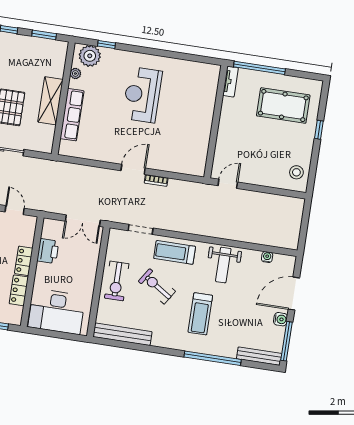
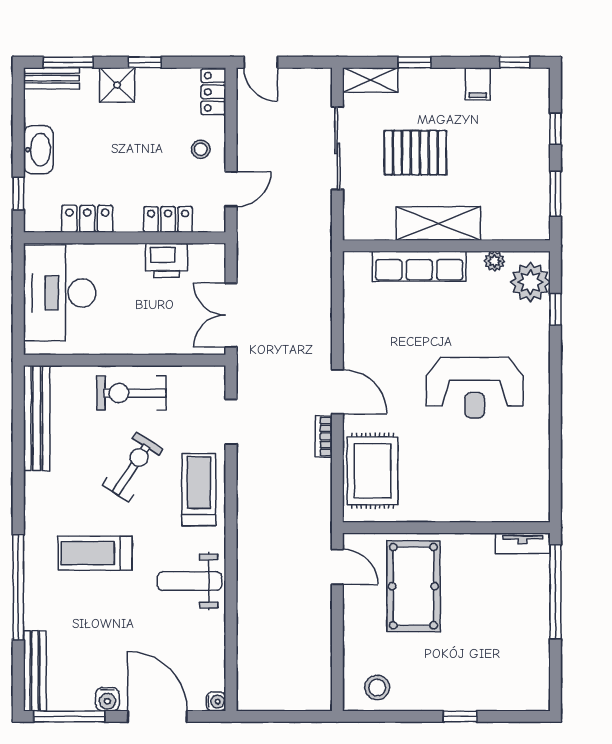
reception desk: (142, 95) -> (475, 388), turned 180
pool table: (283, 105) -> (413, 586), moved
rug: (179, 157) -> (373, 471), added
water cooler: (267, 257) -> (216, 701), moved
locker: (24, 261) -> (168, 219), moved

